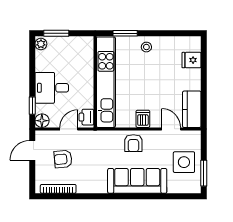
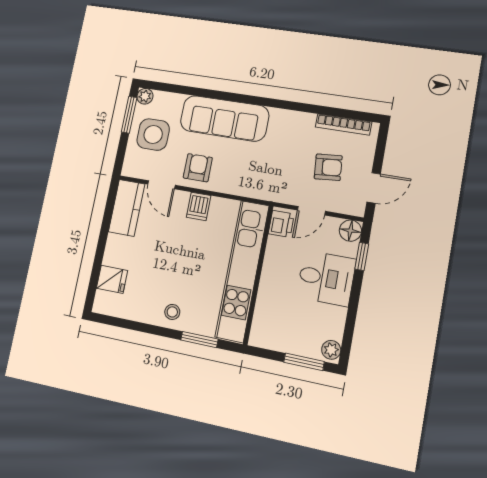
armchair: (133, 143) -> (198, 168), moved
plant: (195, 188) -> (145, 96), added

